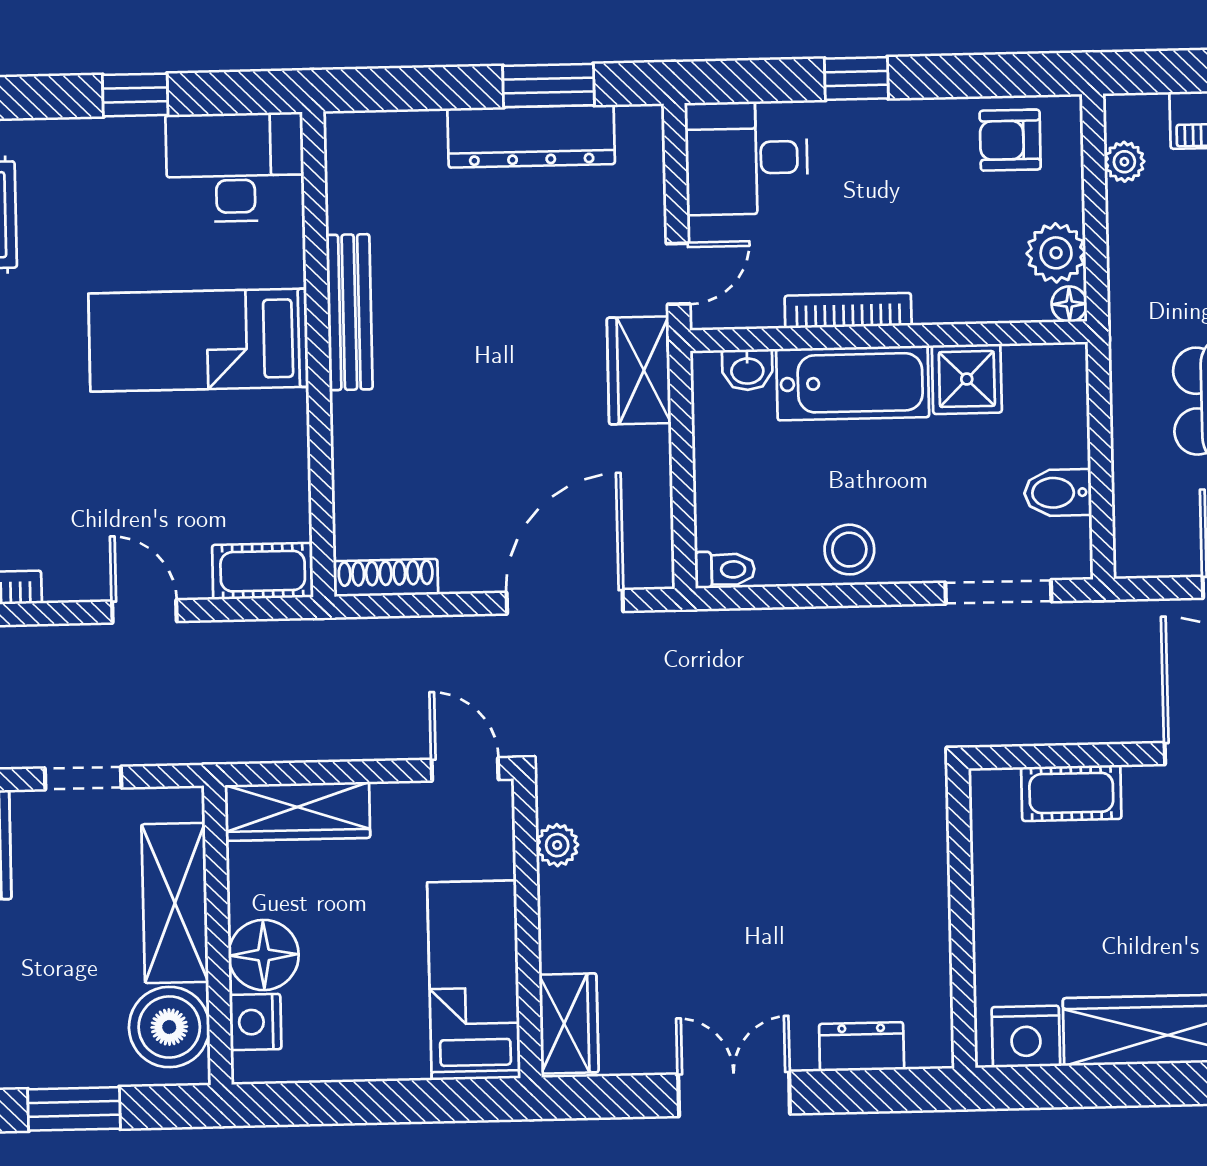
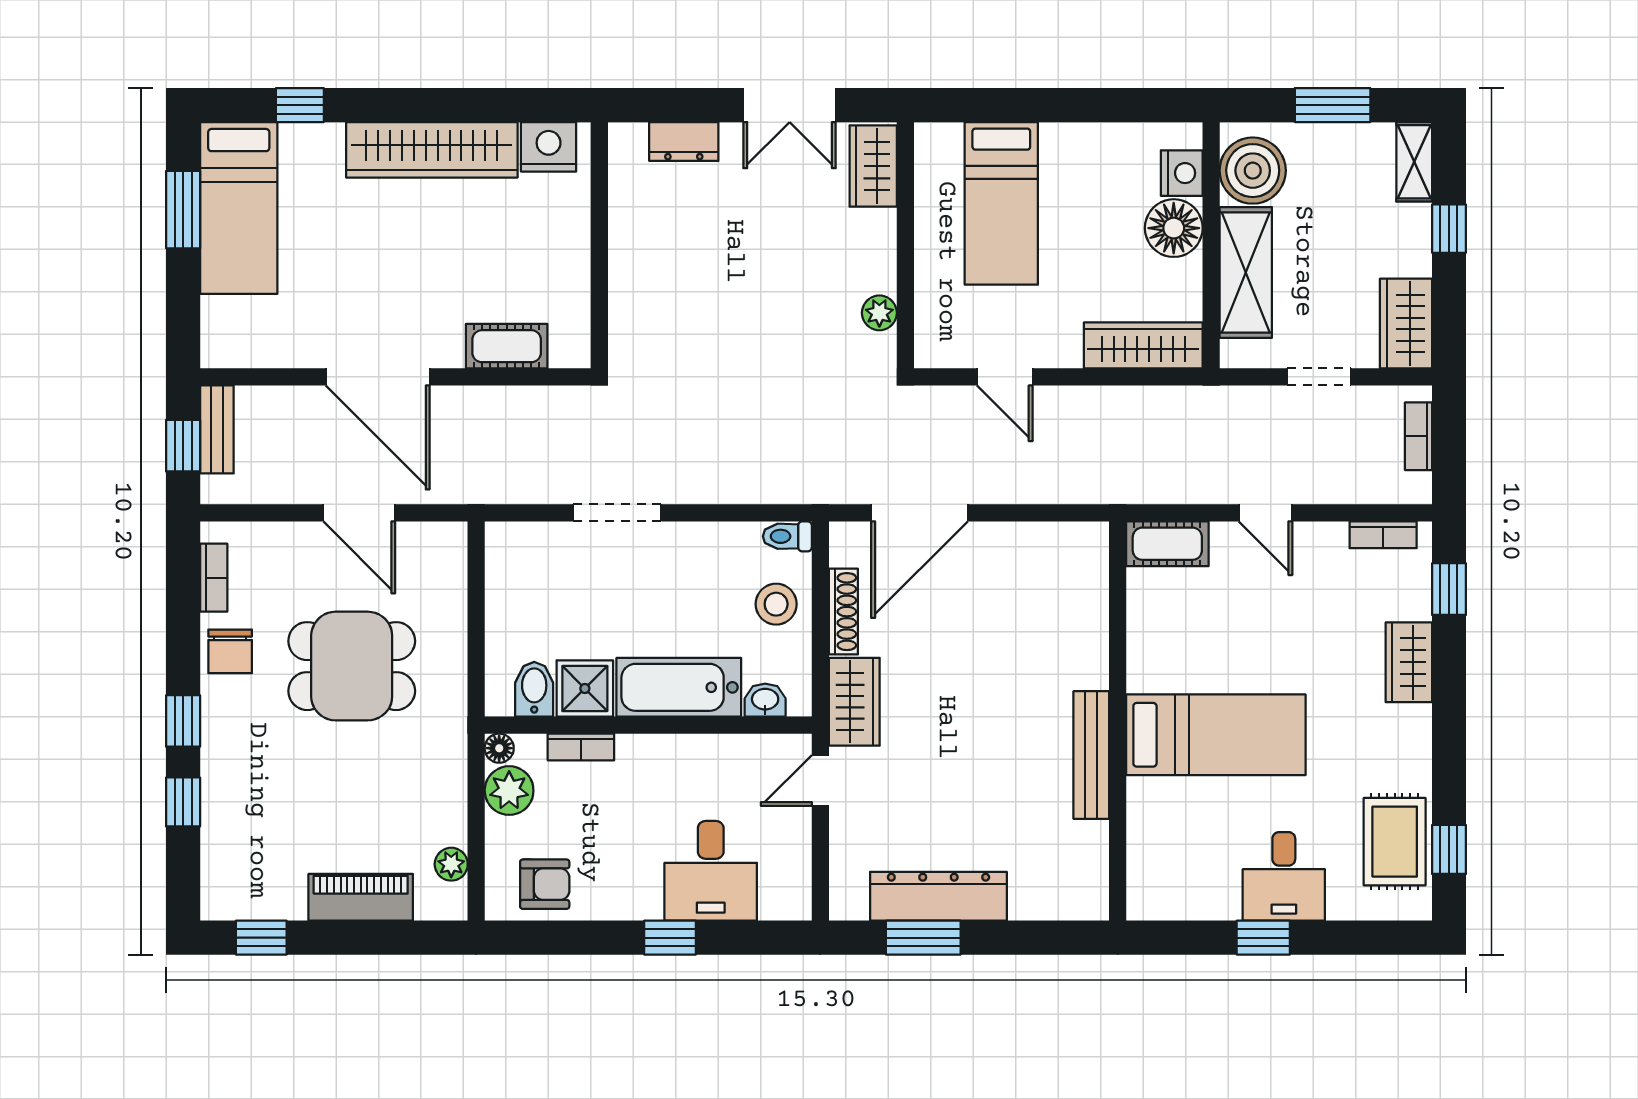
desk: (746, 158) -> (711, 871), moved, turned 90
desk: (235, 167) -> (1284, 876), moved, width x0.73
bookcase: (848, 311) -> (581, 747), moved, width x0.64
bidet: (1058, 493) -> (534, 689), moved, turned -90
stool: (849, 550) -> (776, 604), moved
shoe rack: (386, 578) -> (843, 612), moved, turned -90
doorway: (998, 592) -> (617, 513), moved
plant: (557, 845) -> (879, 313), moved
wall: (528, 928) -> (905, 245), moved
wardrobe: (569, 1023) -> (873, 166), moved

